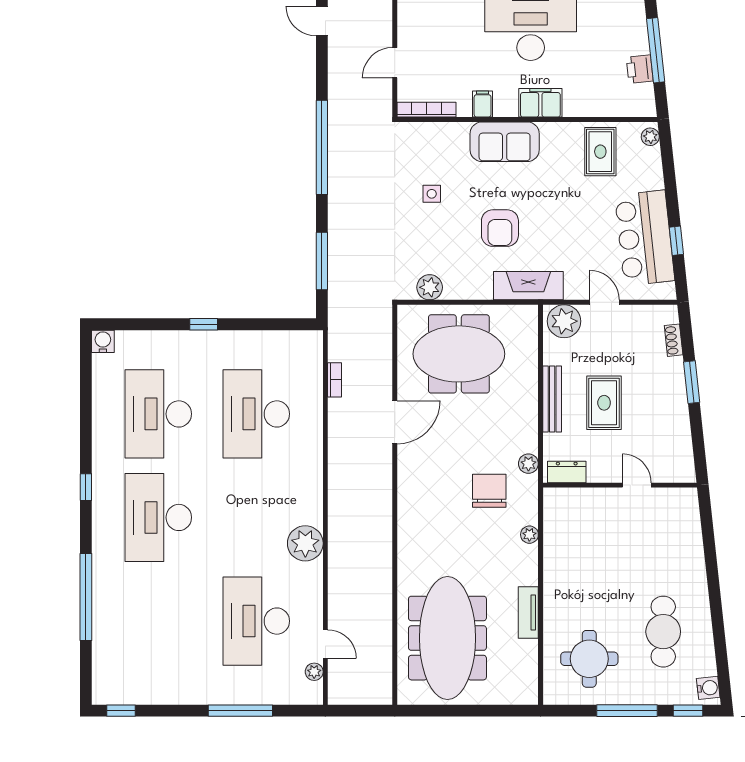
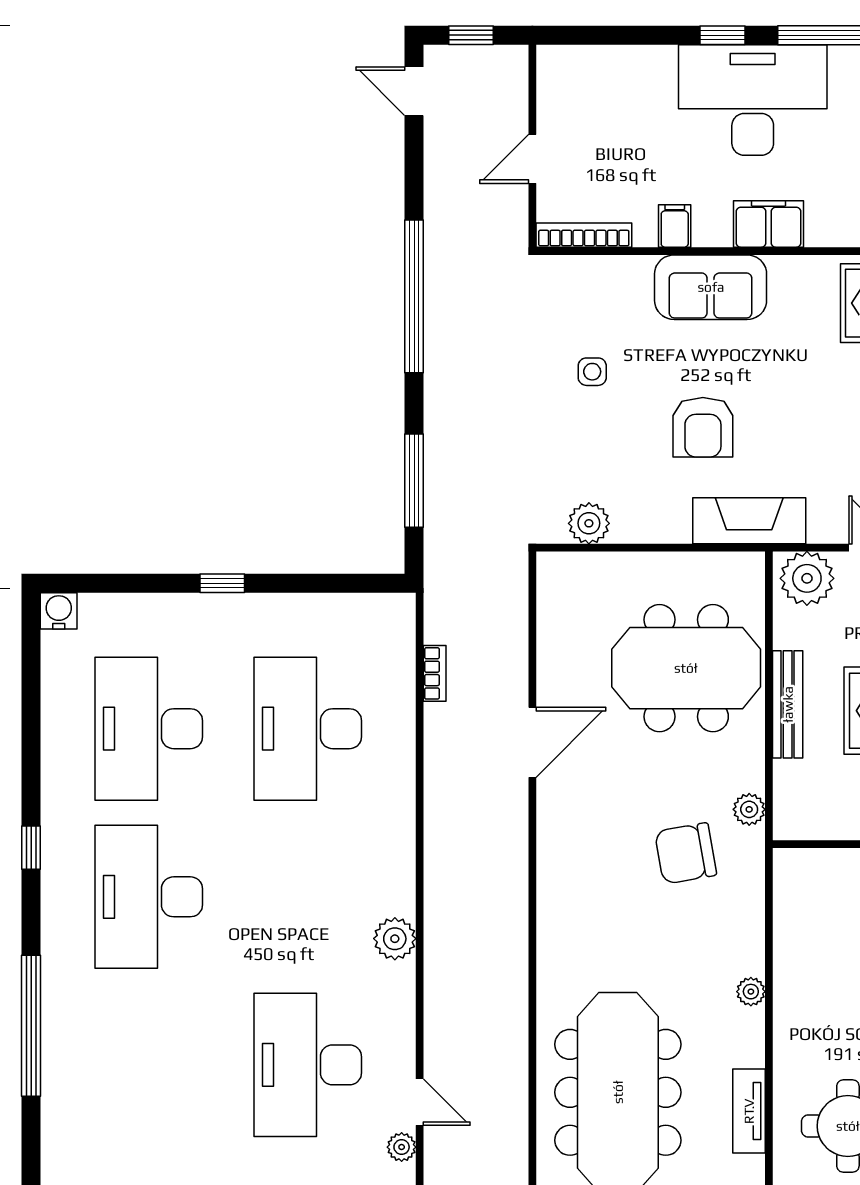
meeting table: (459, 354) -> (686, 668), moved
dresser: (567, 472) -> (811, 823), removed
chair: (489, 491) -> (686, 853), turned -100
plant: (529, 535) -> (751, 992), moved
plant: (305, 543) -> (395, 939), width x0.73, depth x0.73
tv unit: (528, 612) -> (749, 1111), moved

